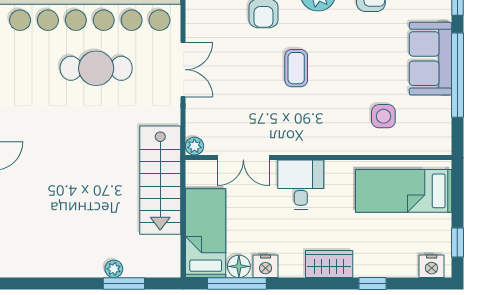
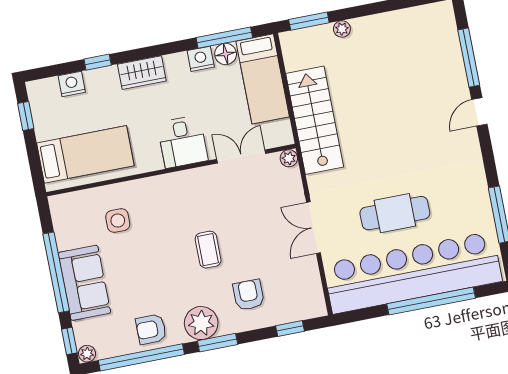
nightstand: (432, 266) -> (72, 84), moved
window: (124, 284) -> (309, 21), moved

